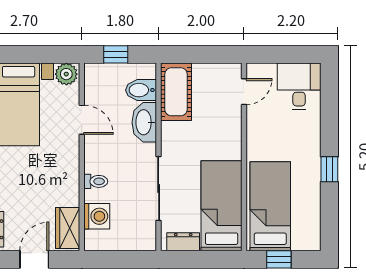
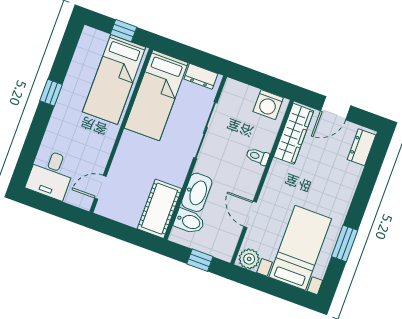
washing machine: (97, 216) -> (268, 105), moved, turned -90
wardrobe: (68, 228) -> (294, 134), width x1.50

